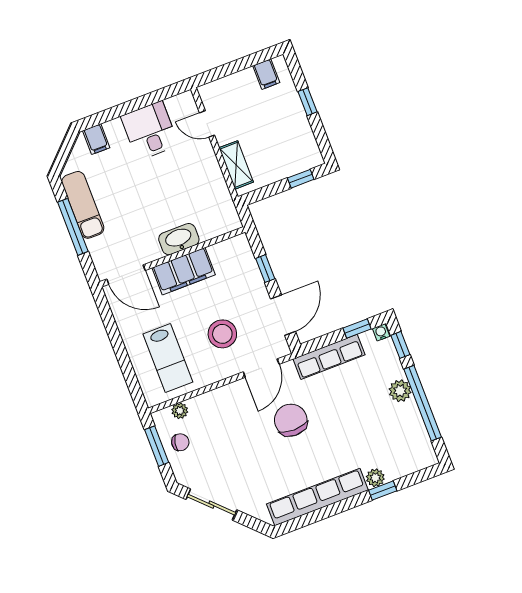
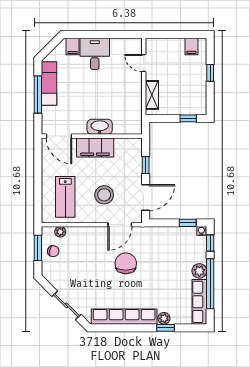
desk: (150, 131) -> (95, 54), moved
row of seats: (329, 357) -> (199, 302), moved, turned 90
sliding door: (211, 505) -> (67, 305), moved

